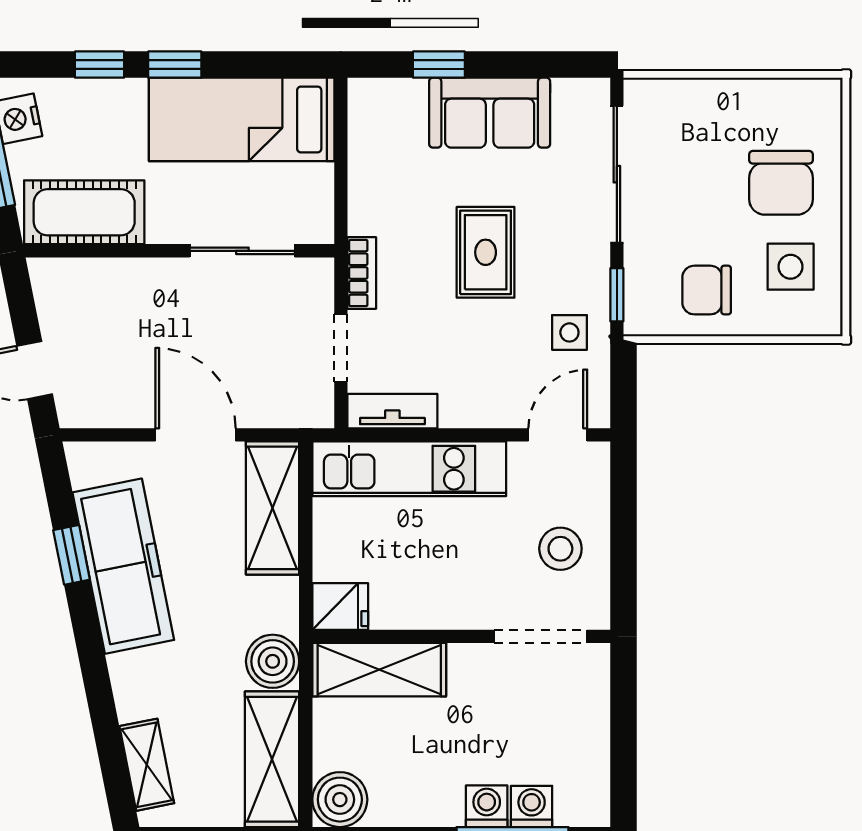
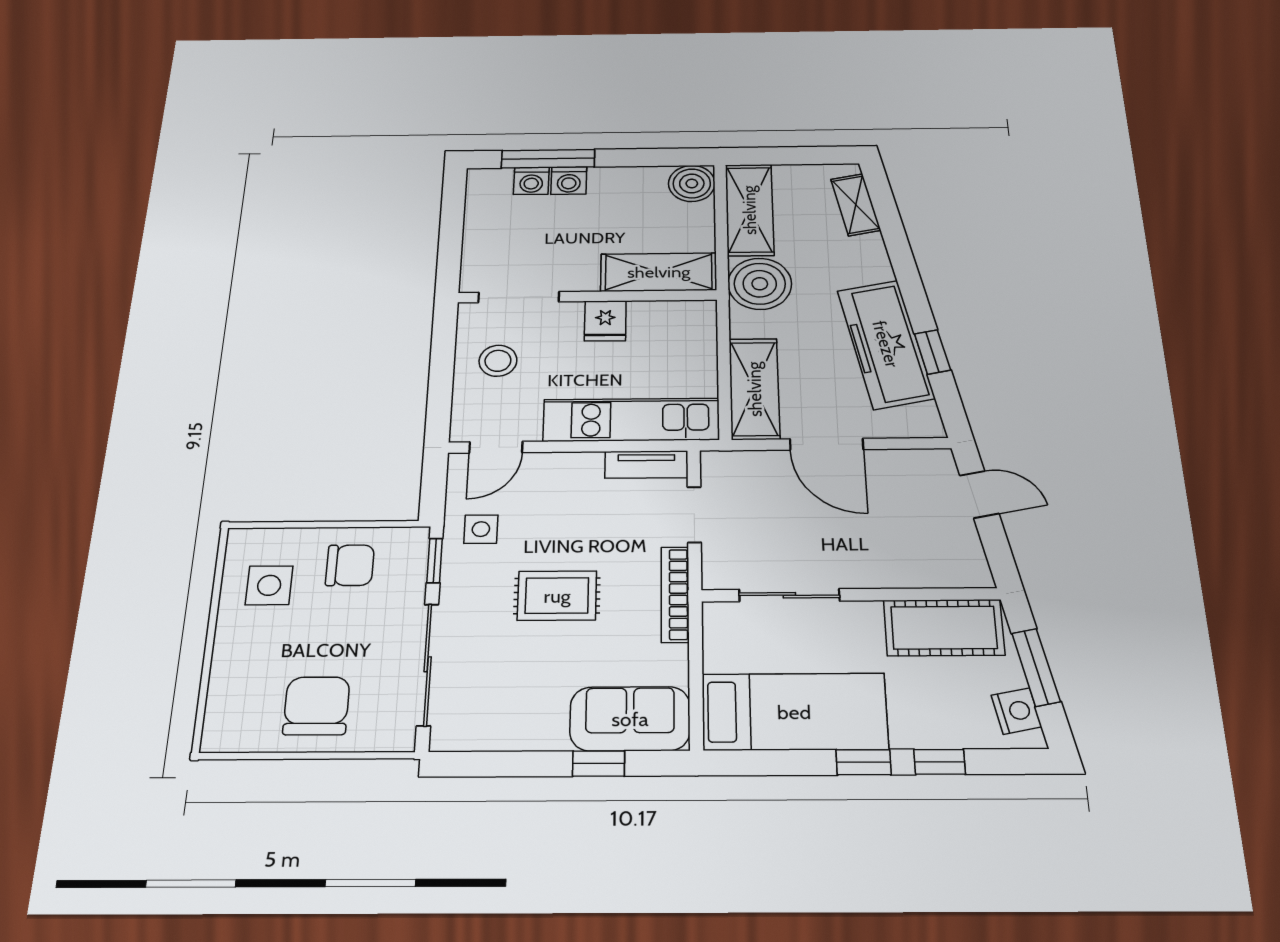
sofa: (490, 113) -> (630, 719), moved
chair: (781, 183) -> (316, 706), moved
rug: (486, 252) -> (557, 596), turned 90
bookcase: (362, 273) -> (675, 594), width x1.56
fridge: (340, 606) -> (605, 321), moved, turned -90
boiler: (273, 661) -> (760, 284), width x1.37, depth x1.37

